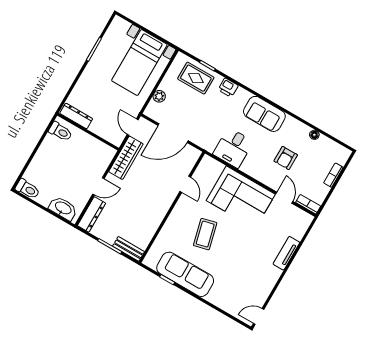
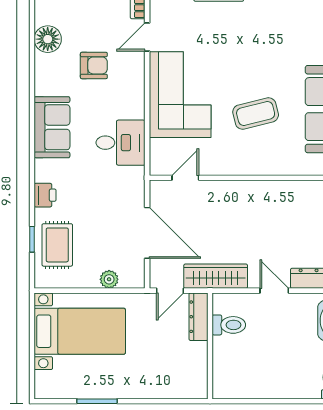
dresser: (76, 116) -> (199, 317), moved
toilet: (60, 132) -> (229, 325), moved, turned 90
floor lamp: (314, 135) -> (48, 39), width x1.89, depth x1.89
door: (185, 184) -> (185, 178), moved

